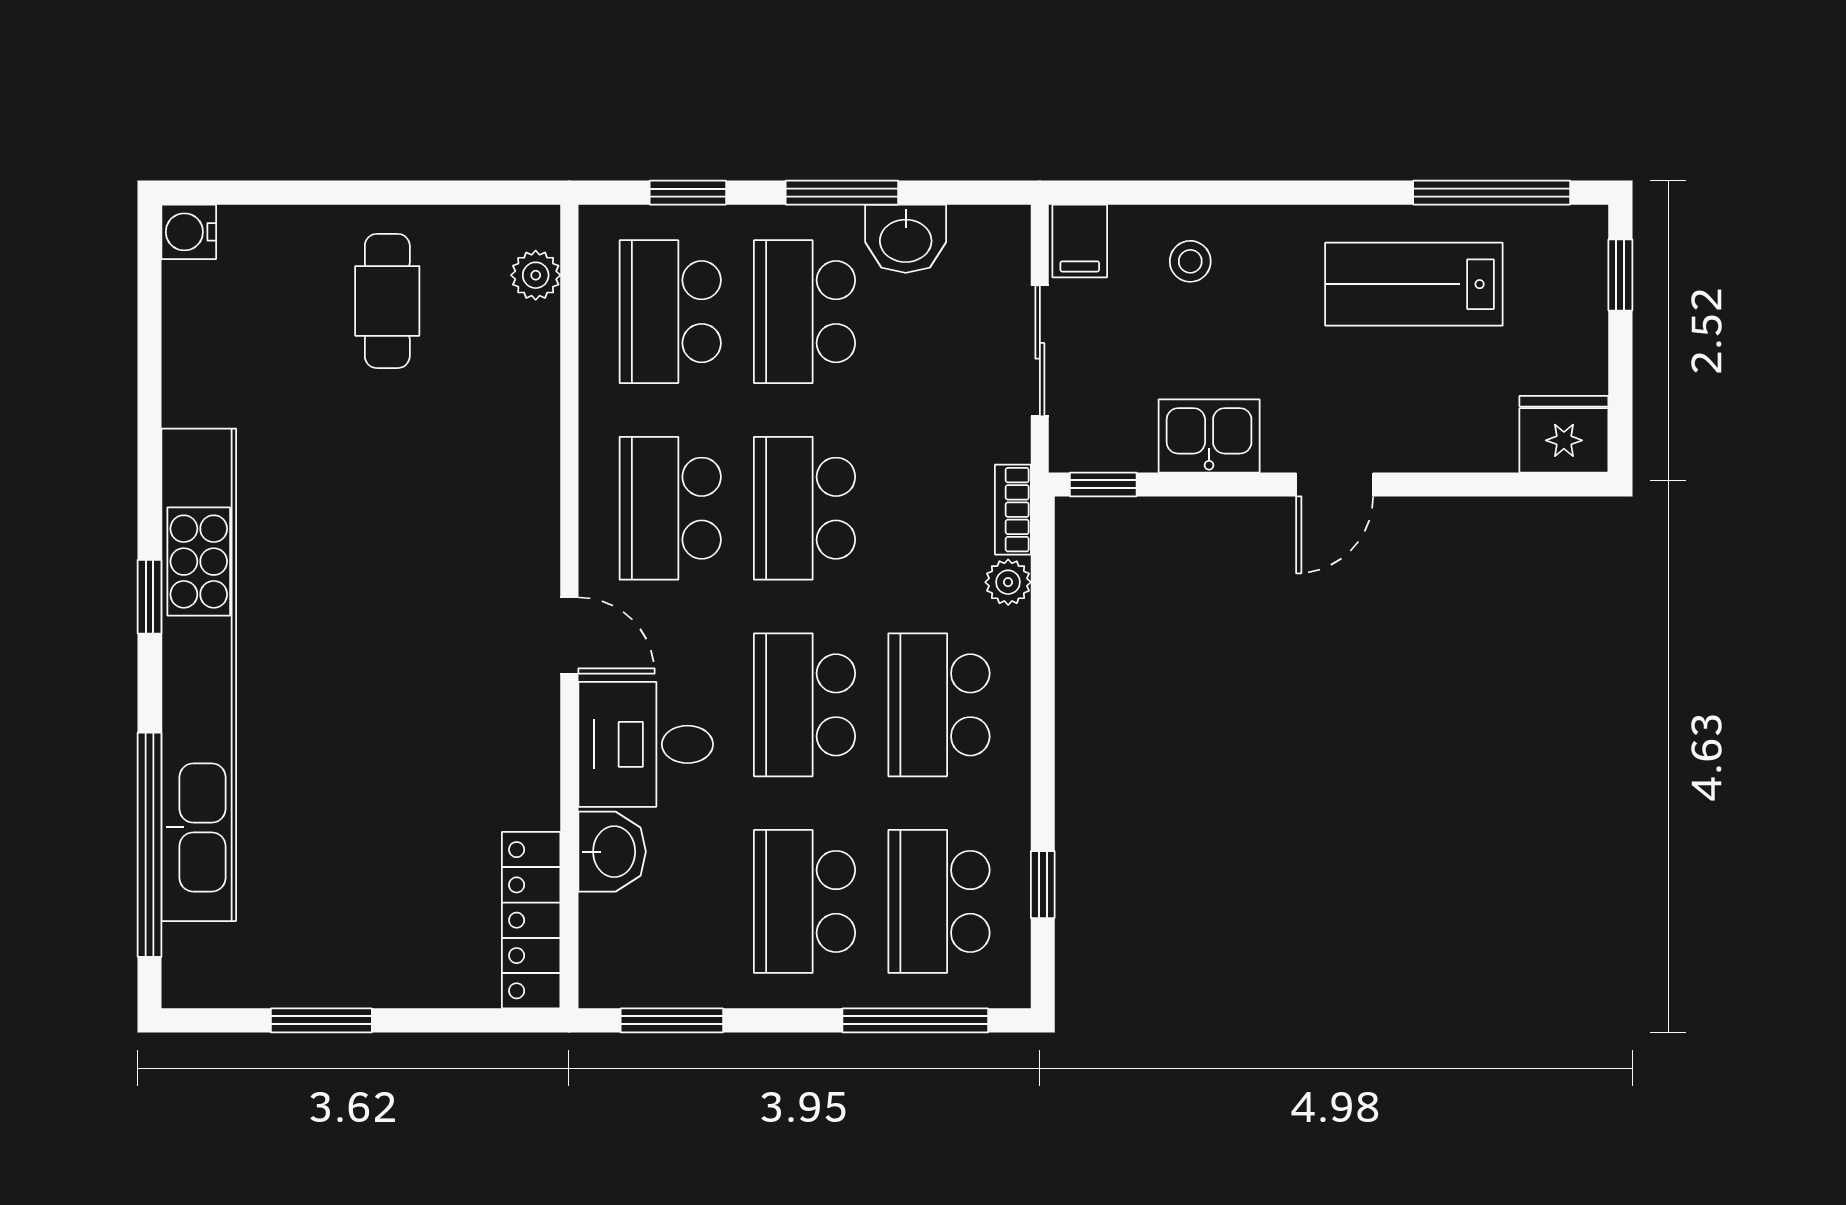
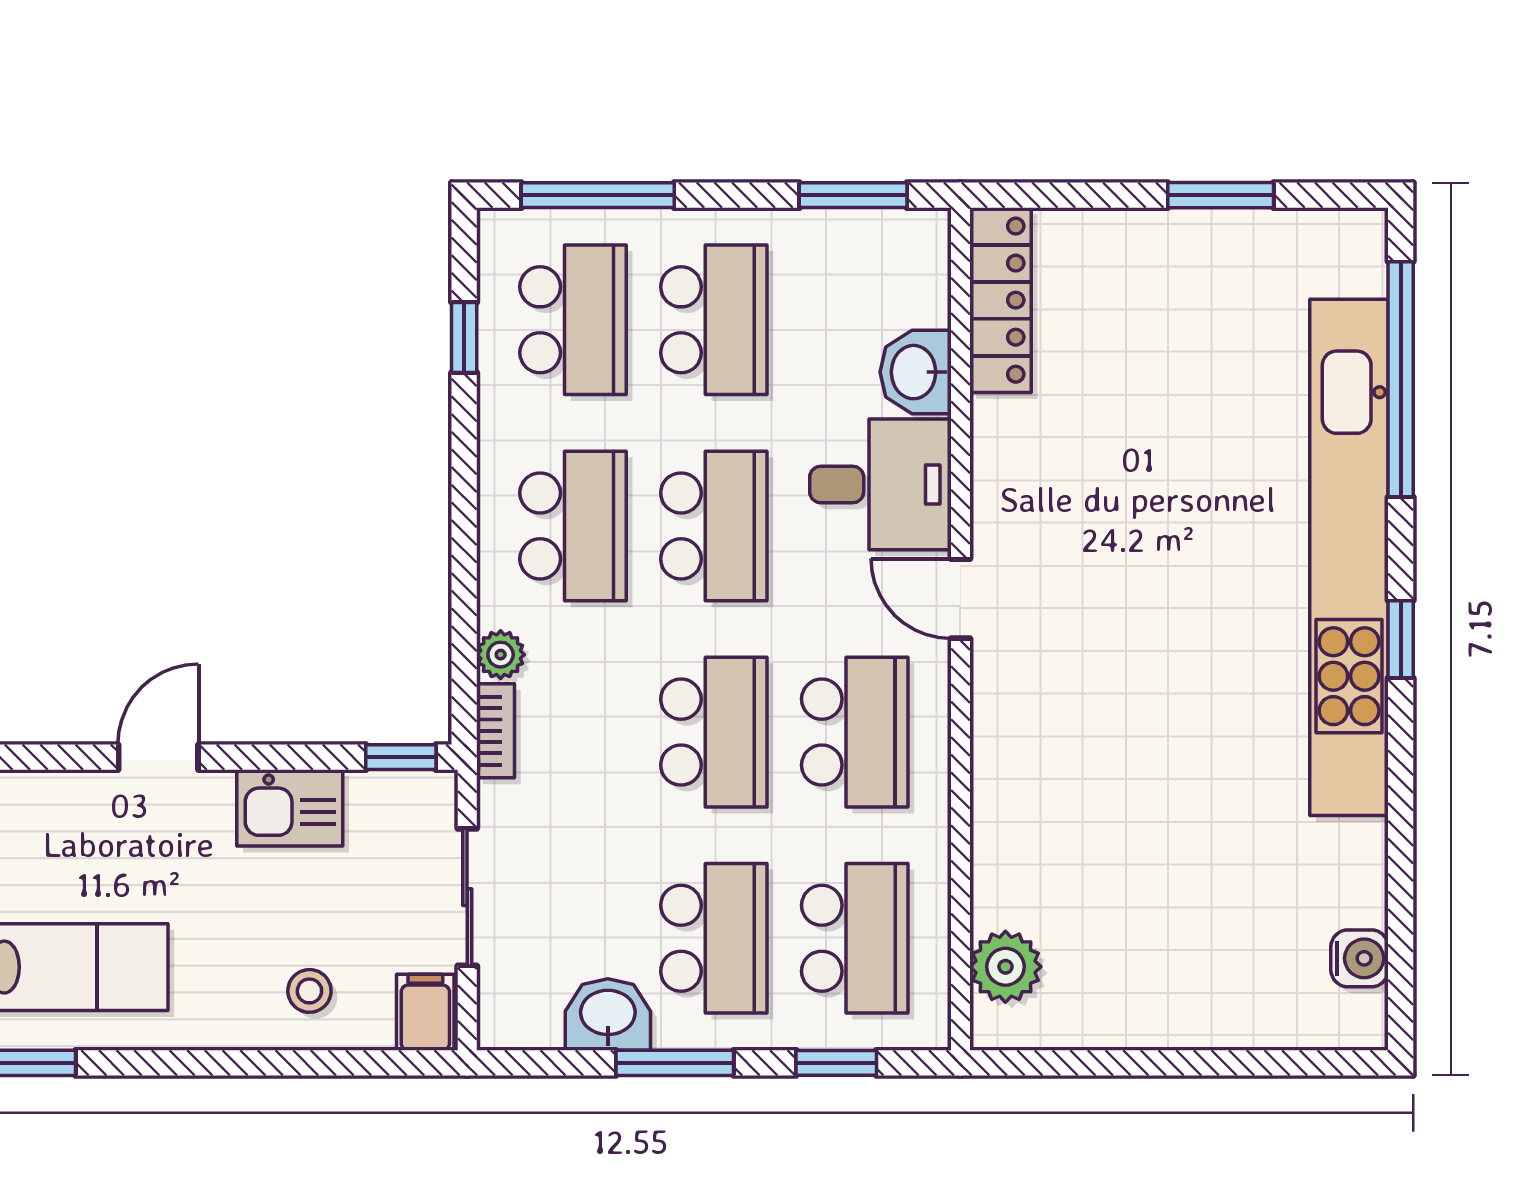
water cooler: (189, 232) -> (1360, 958), moved
plant: (536, 275) -> (1005, 967), width x1.38, depth x1.38
cafe table: (387, 301) -> (1151, 949), removed

